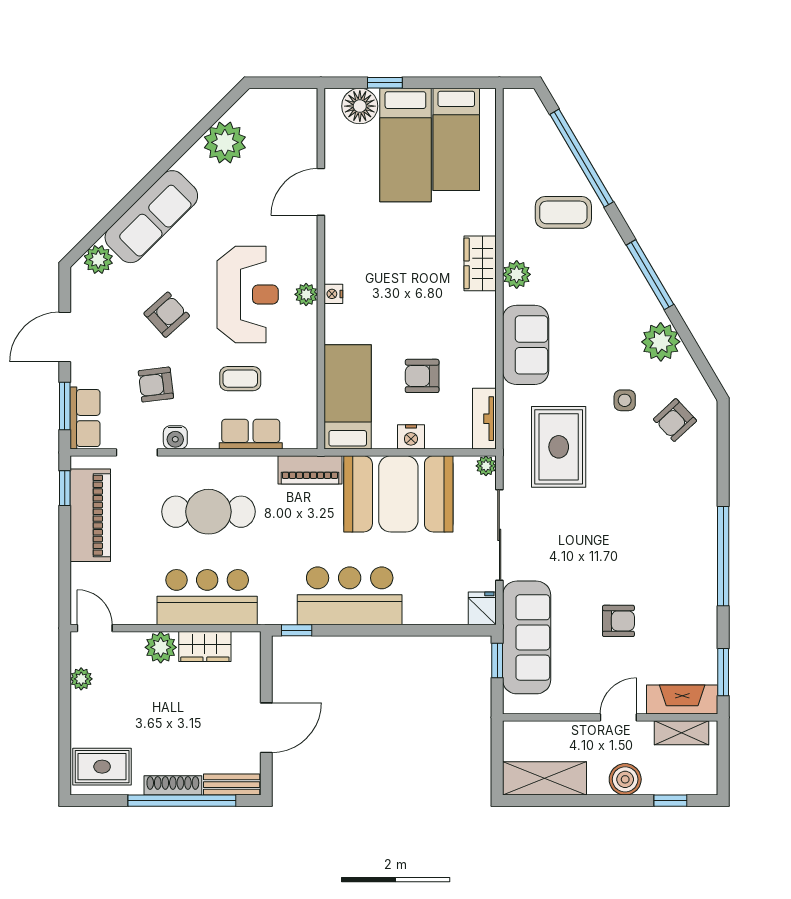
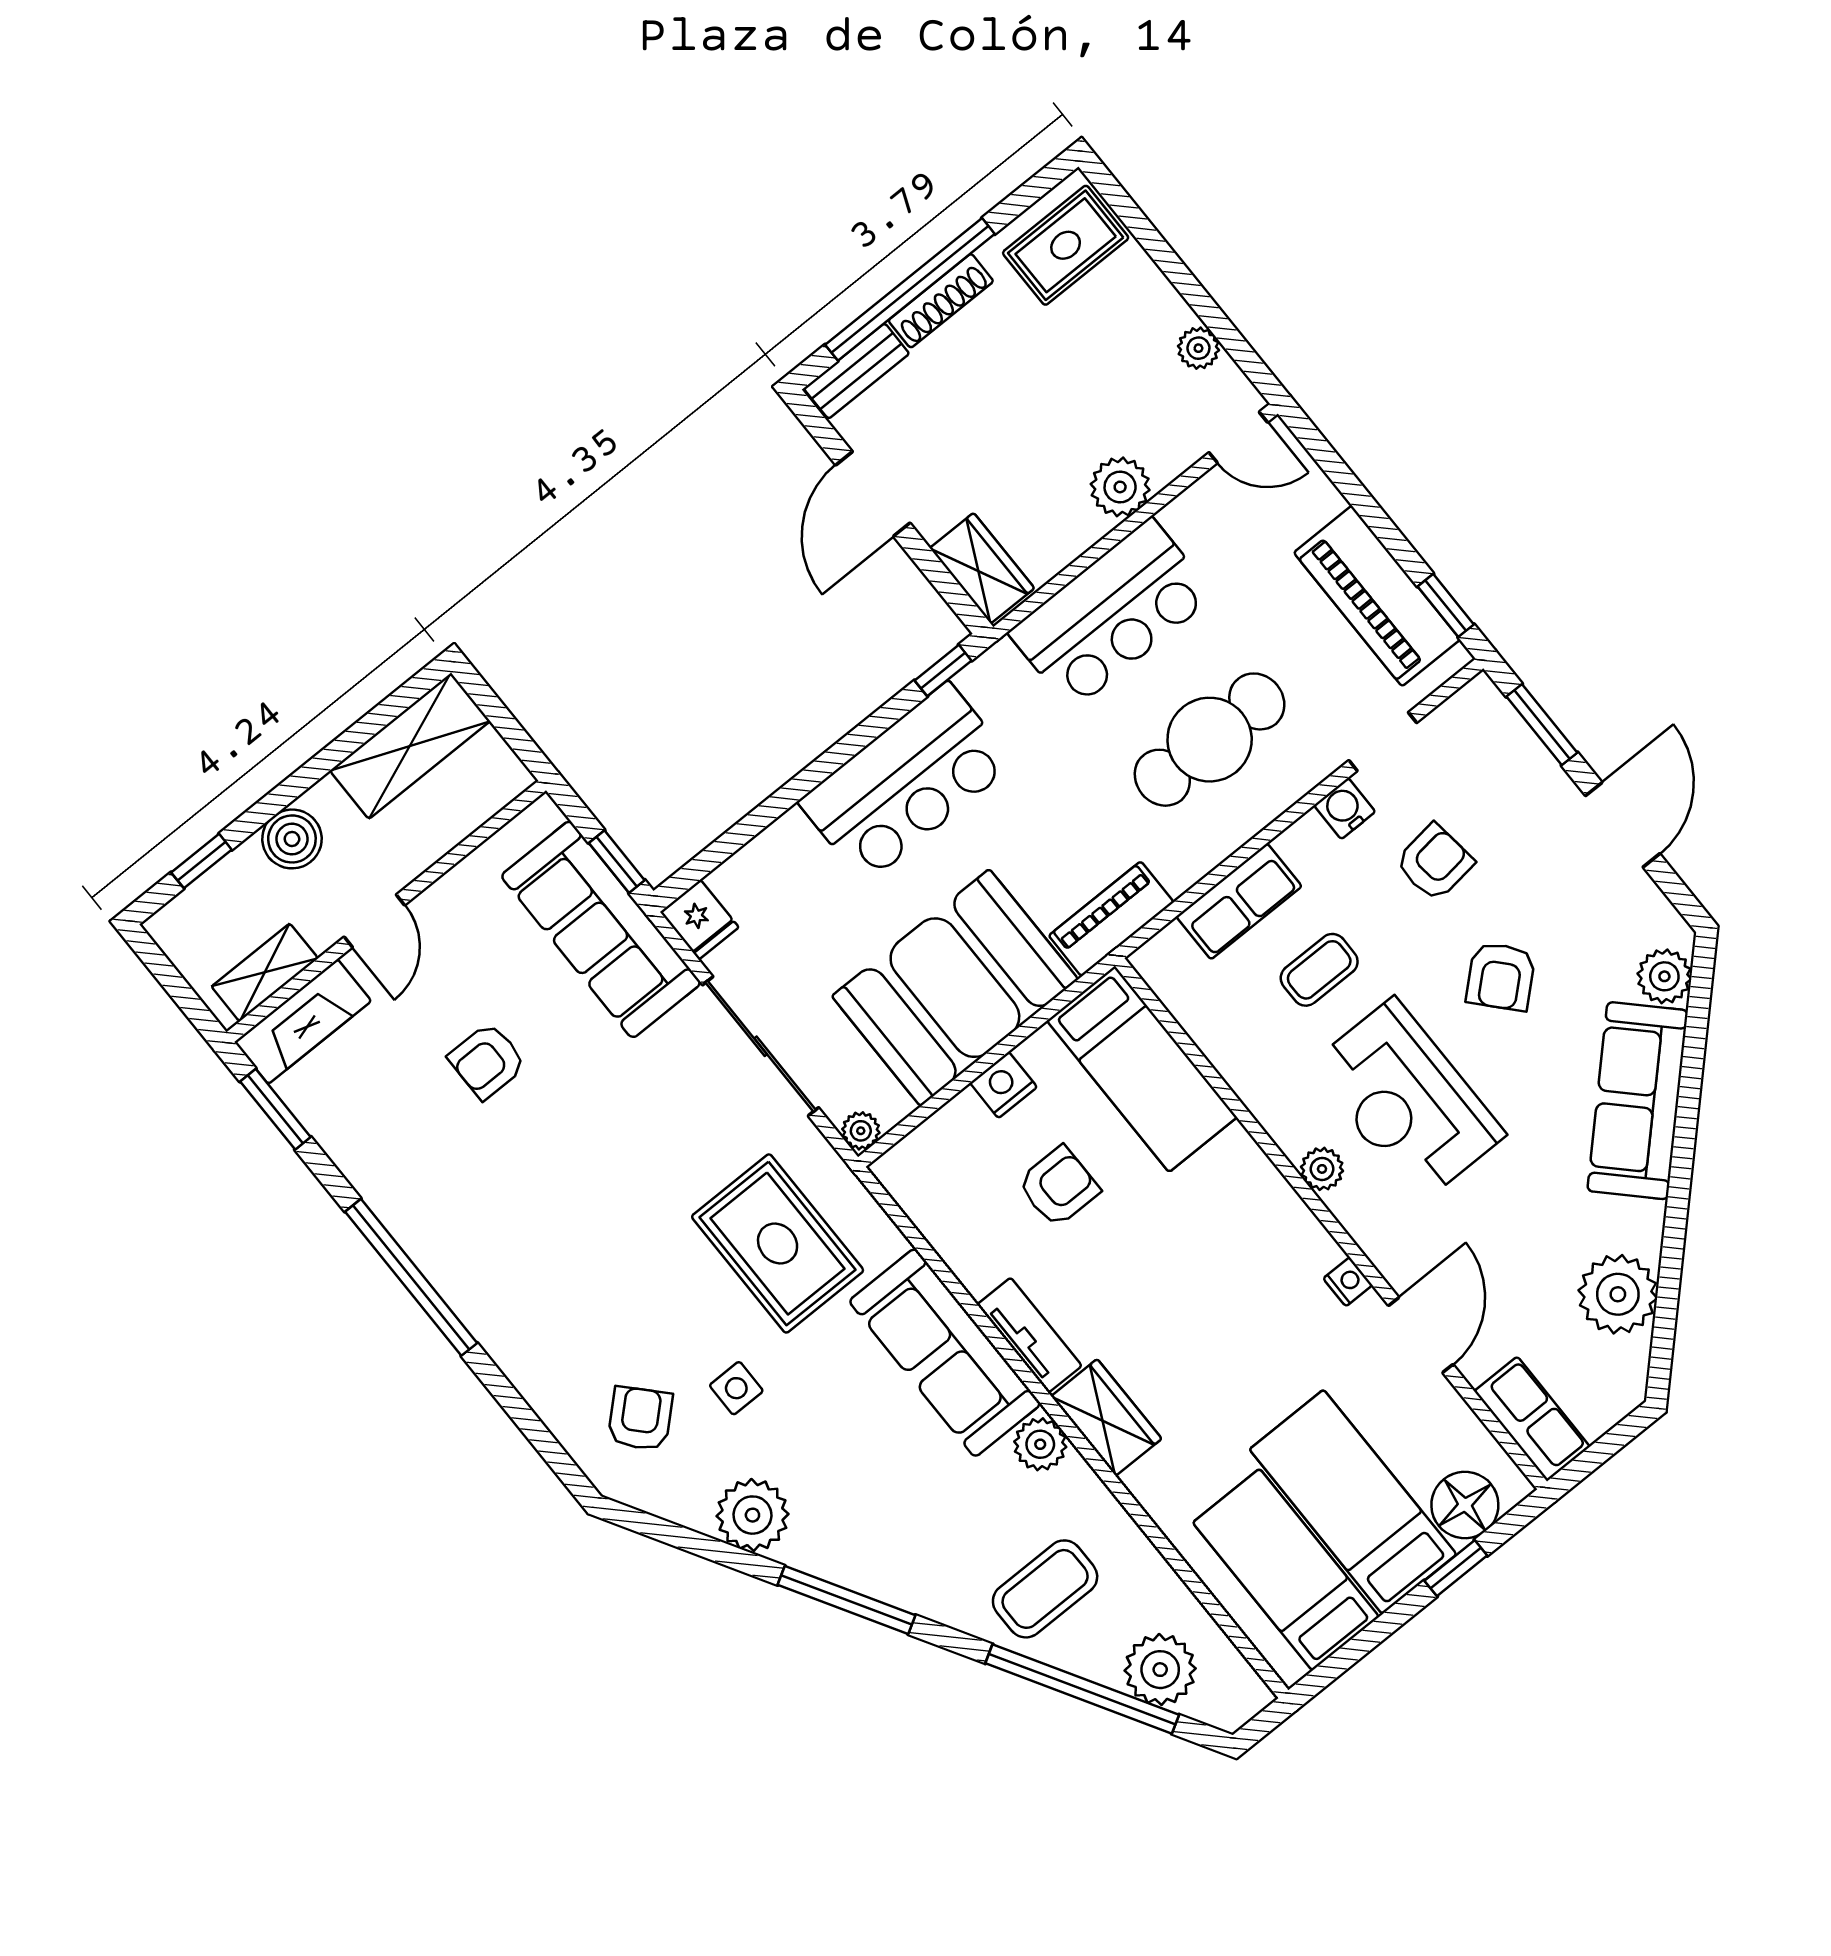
plant: (542, 140) -> (1160, 1670), added
nightstand: (333, 294) -> (1348, 1282), moved
sofa: (526, 345) -> (945, 1353), width x1.36
row of seats: (85, 418) -> (1532, 1419), moved, turned 180
tv unit: (484, 419) -> (1029, 1335), moved
wardrobe: (205, 647) -> (982, 568), moved, turned 90

